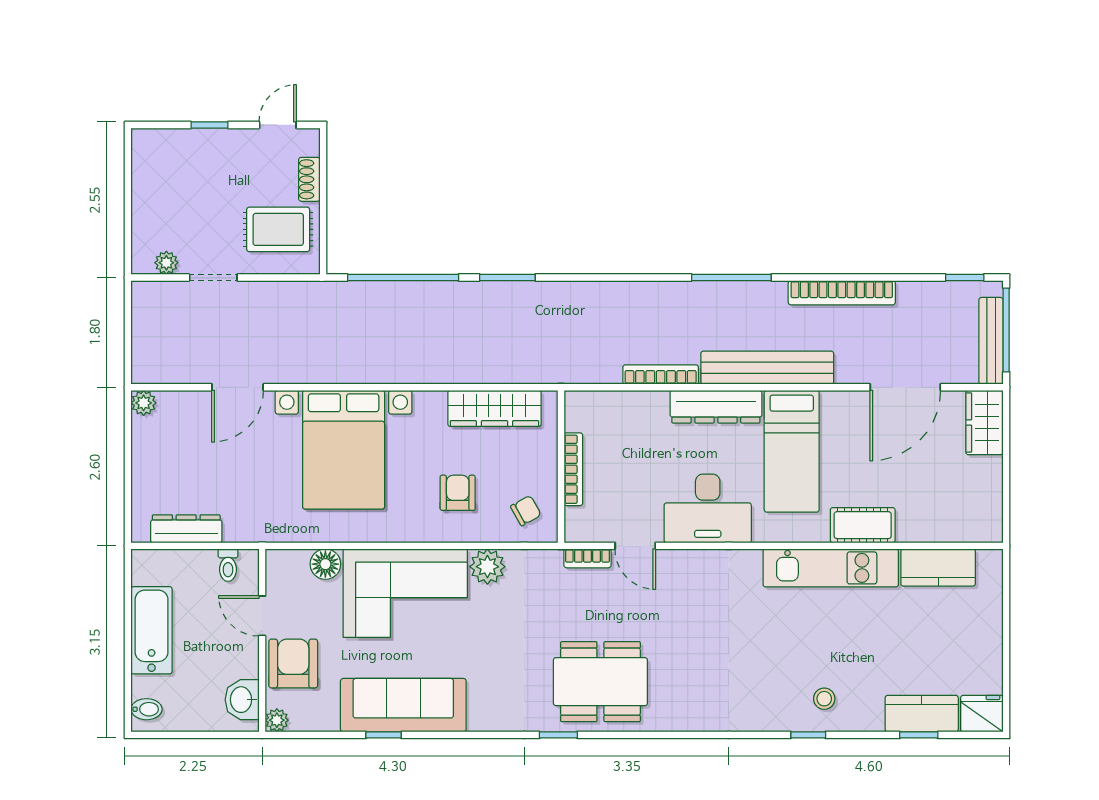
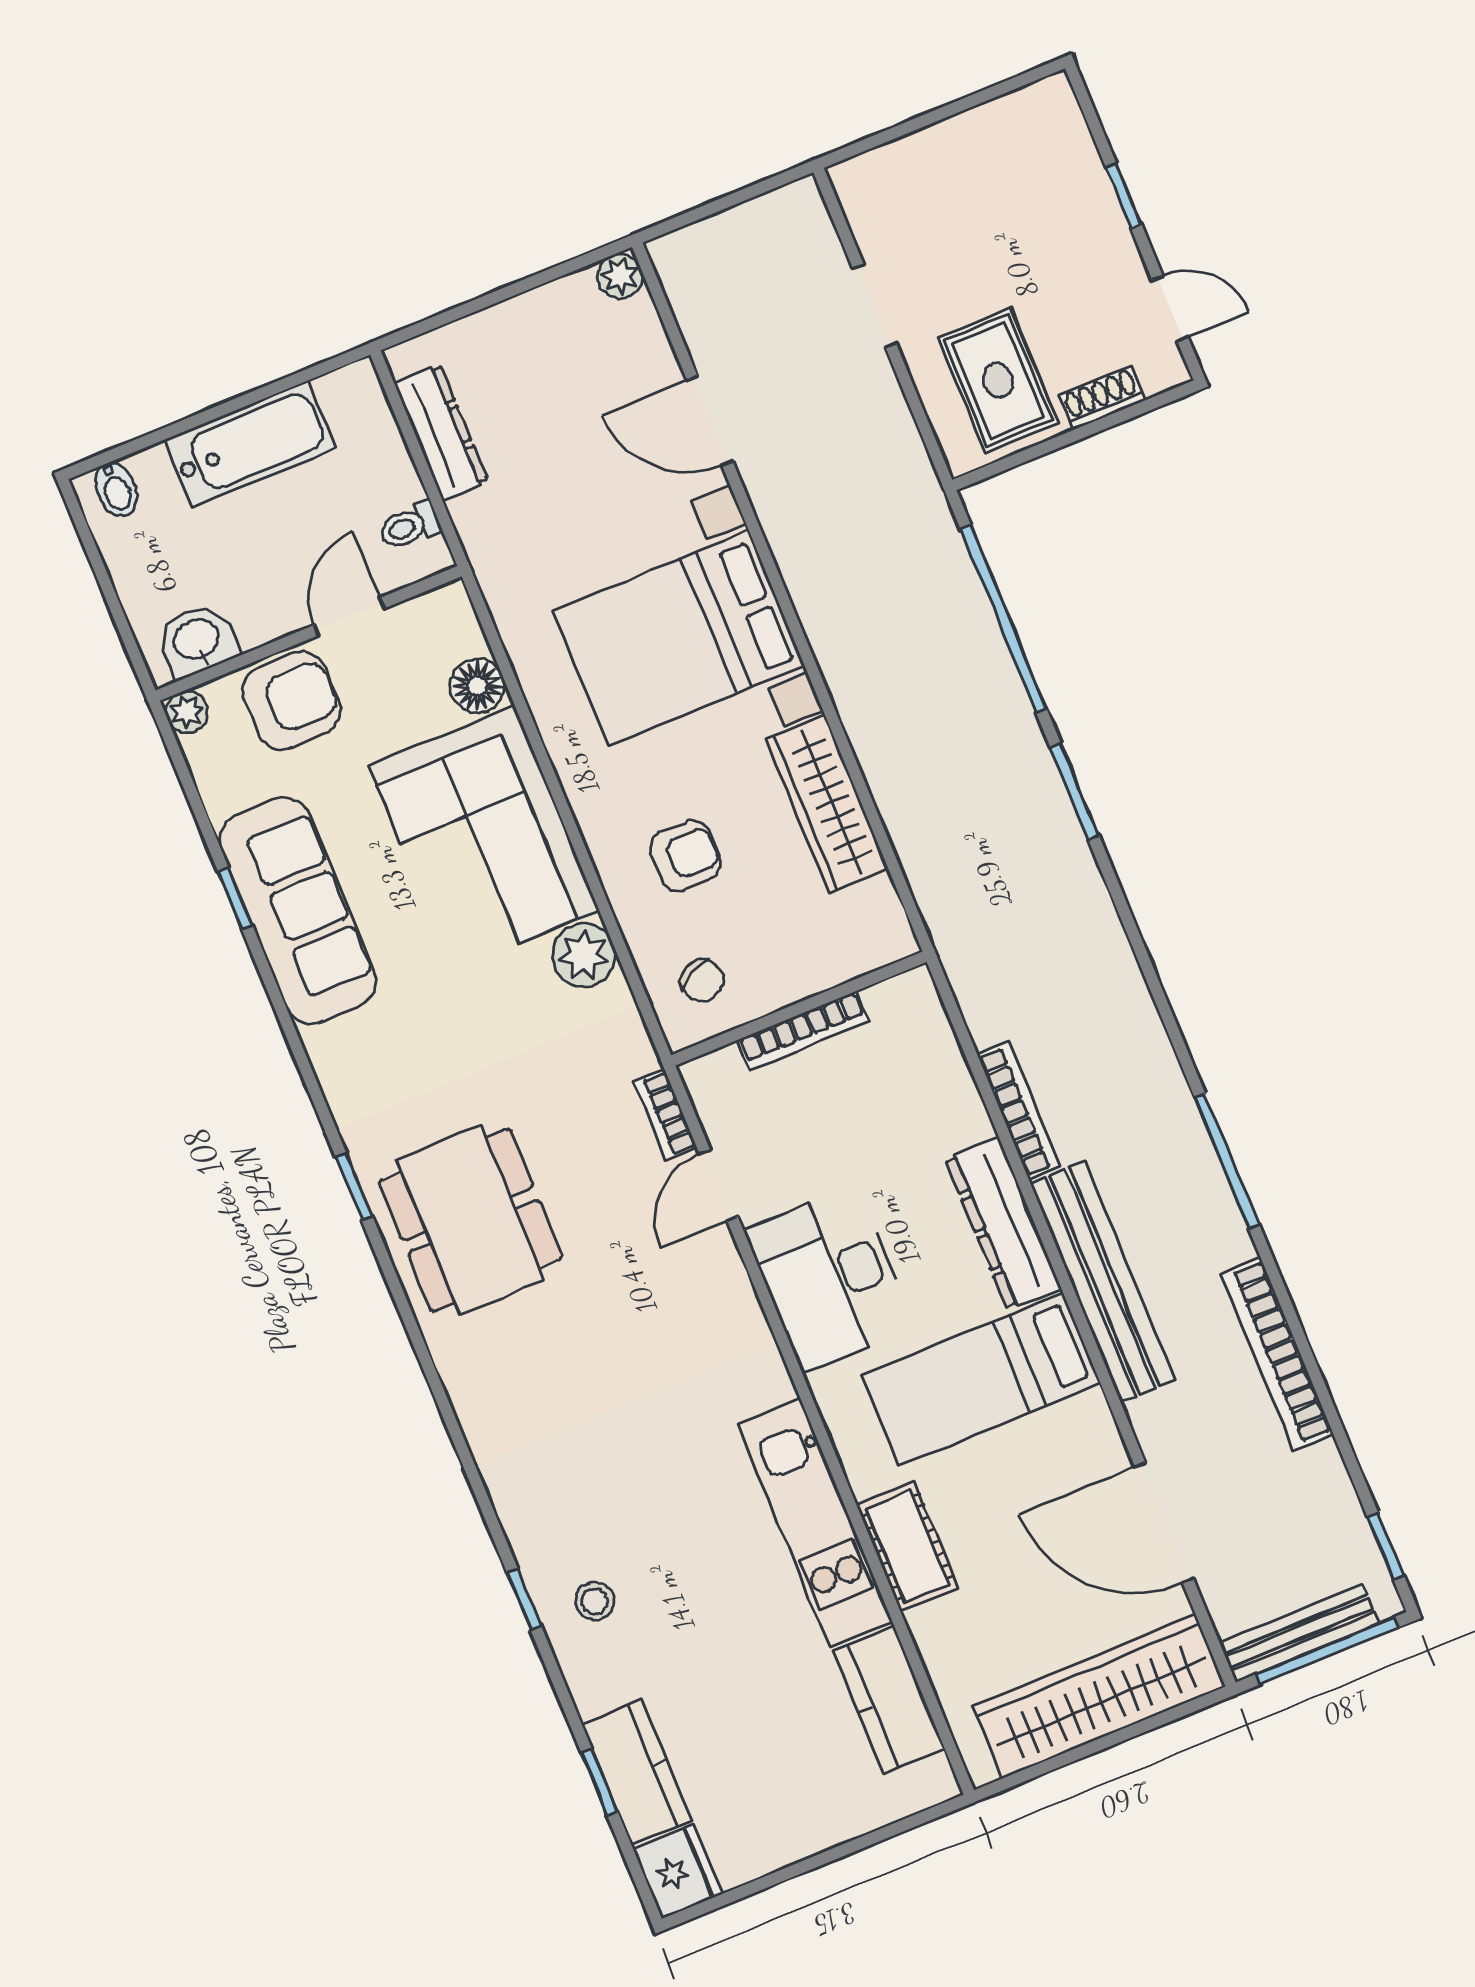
plant: (166, 263) -> (867, 218), removed
wardrobe: (494, 408) -> (827, 804), moved
wardrobe: (984, 423) -> (1099, 1697), width x2.10, depth x1.17

